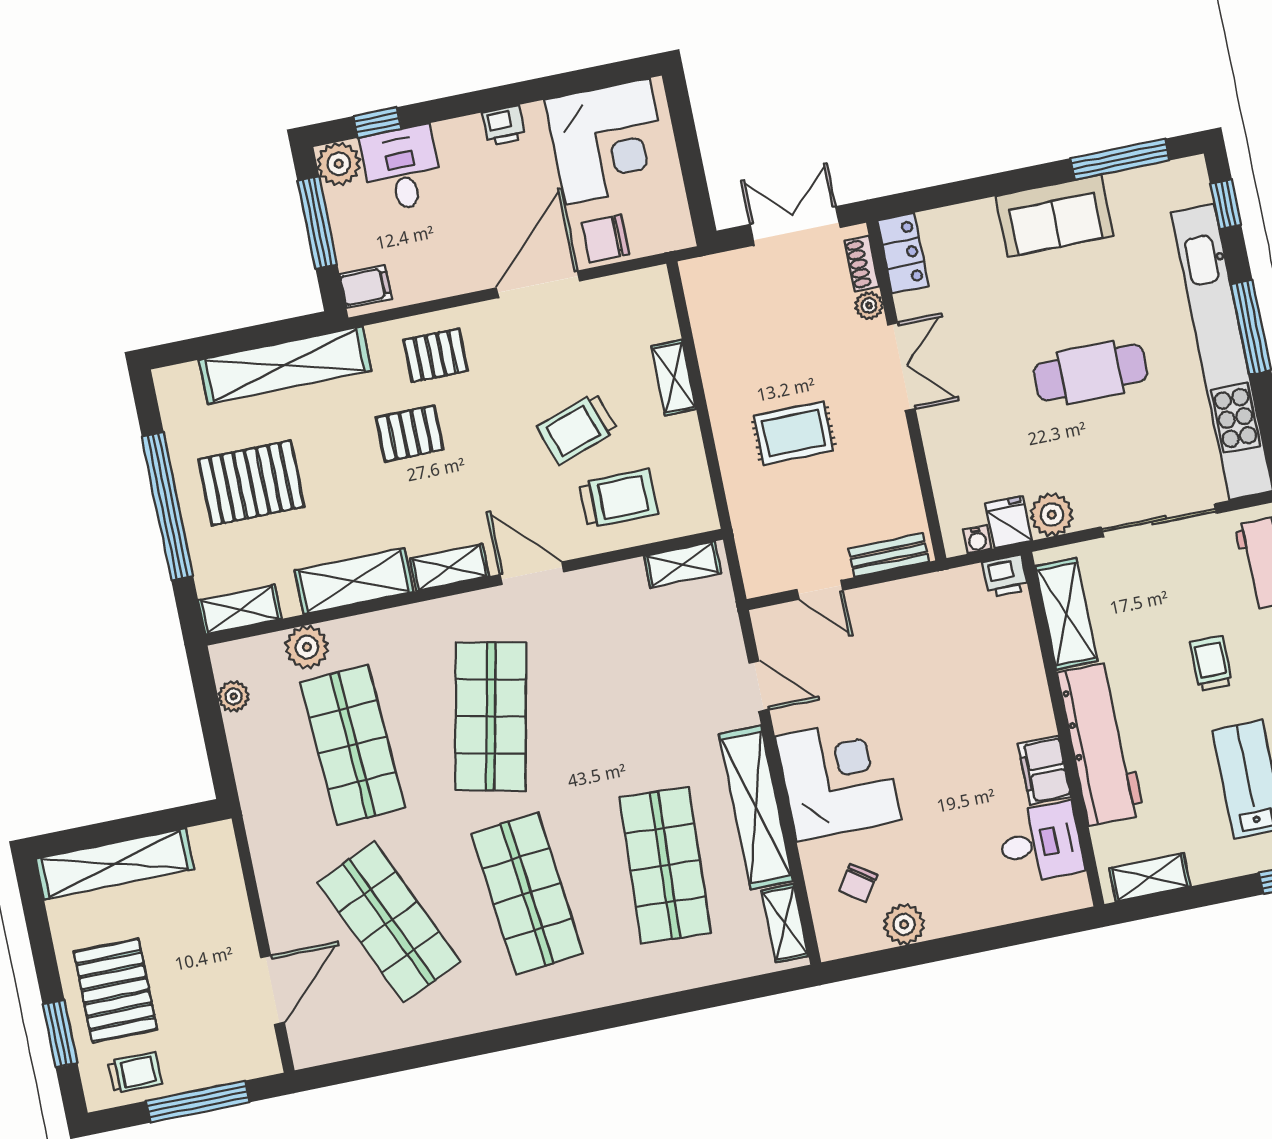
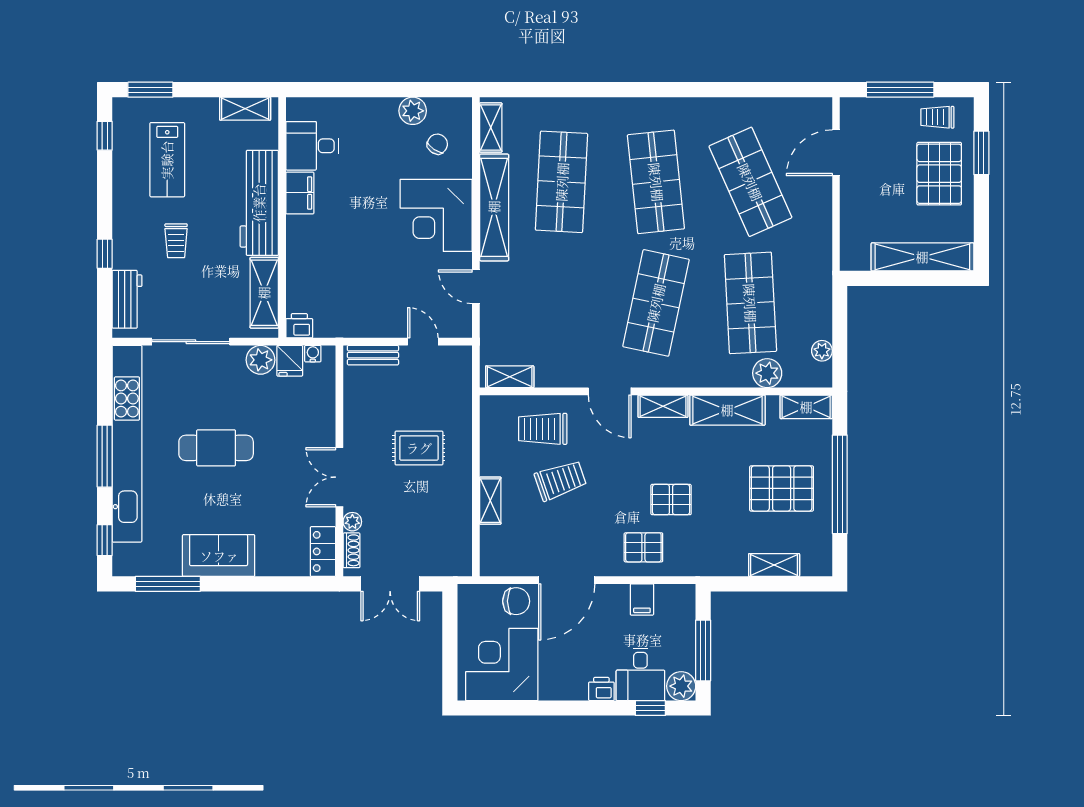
printer: (504, 126) -> (601, 689), moved
filing cabinet: (366, 287) -> (642, 599), moved, turned -90
shelving: (285, 365) -> (774, 565), width x0.45, depth x0.75

